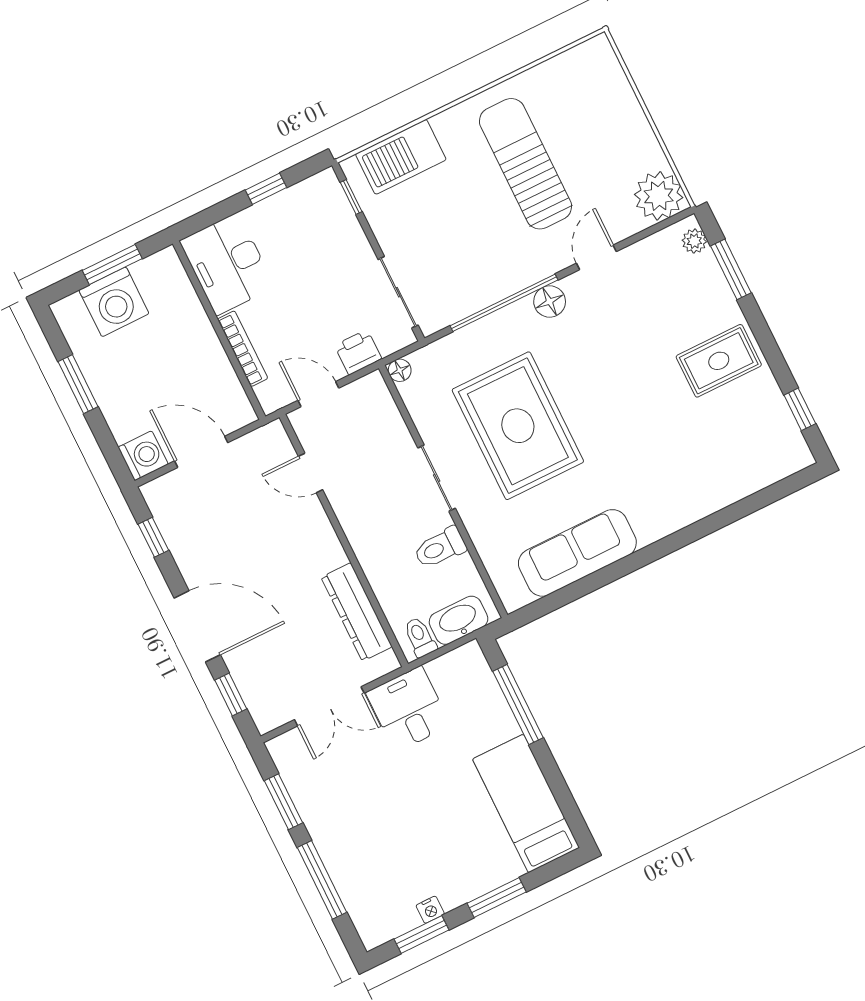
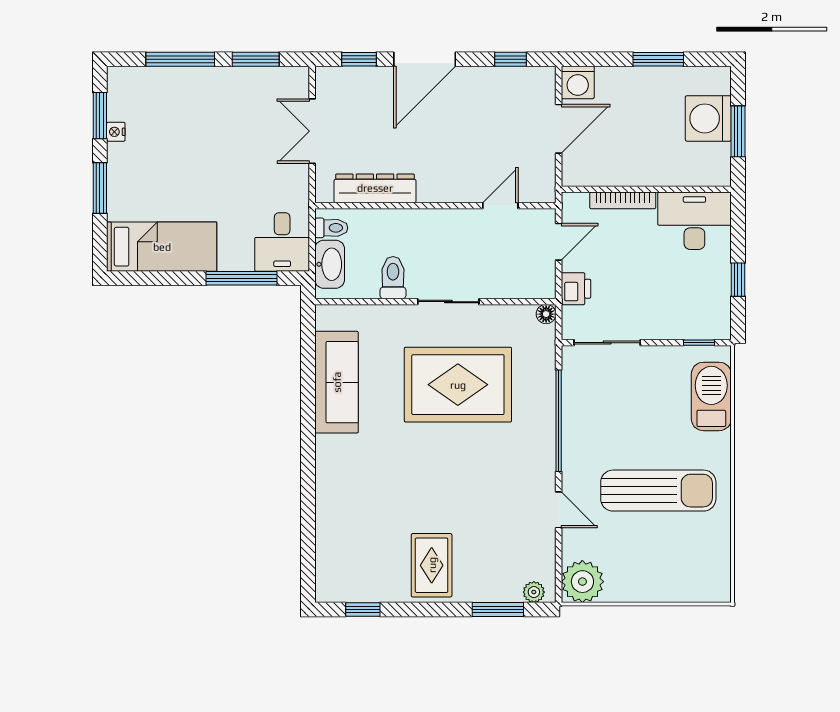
floor lamp: (550, 302) -> (542, 457), removed
desk: (408, 709) -> (282, 242), moved, turned 90

